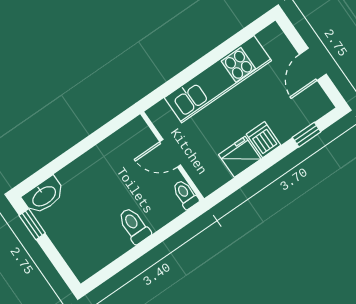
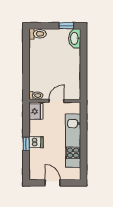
window: (307, 135) -> (26, 144), moved
fridge: (240, 157) -> (36, 111), moved
toilet: (134, 226) -> (38, 34), moved

